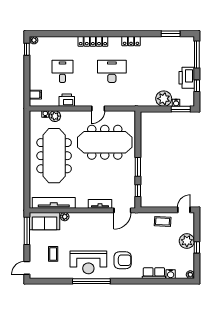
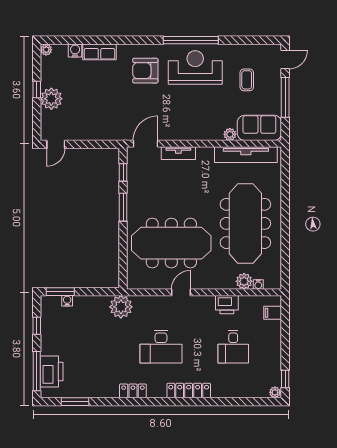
printer: (187, 78) -> (52, 371), moved
plant: (164, 99) -> (121, 307), moved
coffee table: (163, 221) -> (87, 127), removed
window: (27, 231) -> (285, 97), moved

